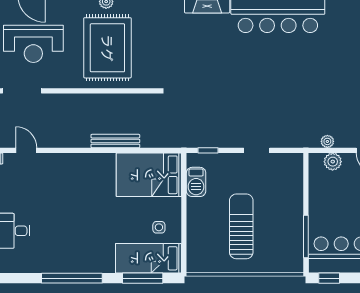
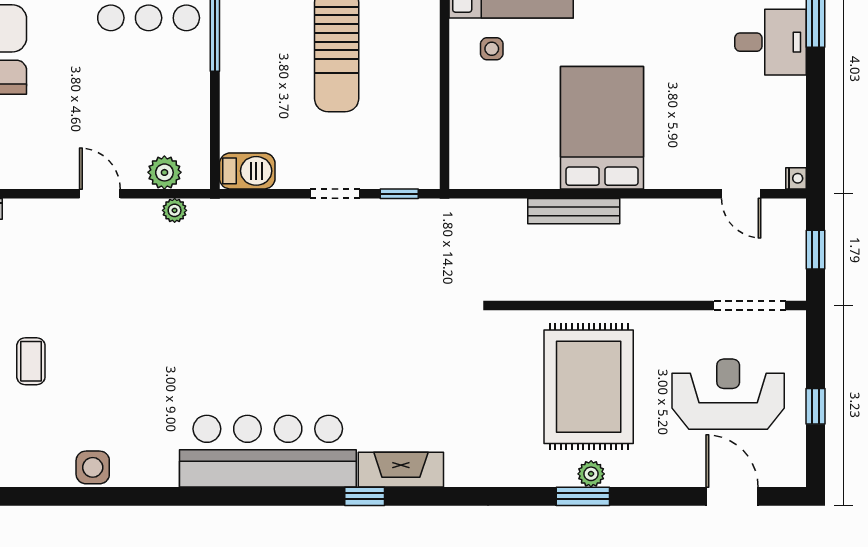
doorway: (257, 150) -> (335, 194), moved
bed: (149, 175) -> (602, 128), moved, turned -90
barbecue: (196, 182) -> (247, 171), moved, turned 90

